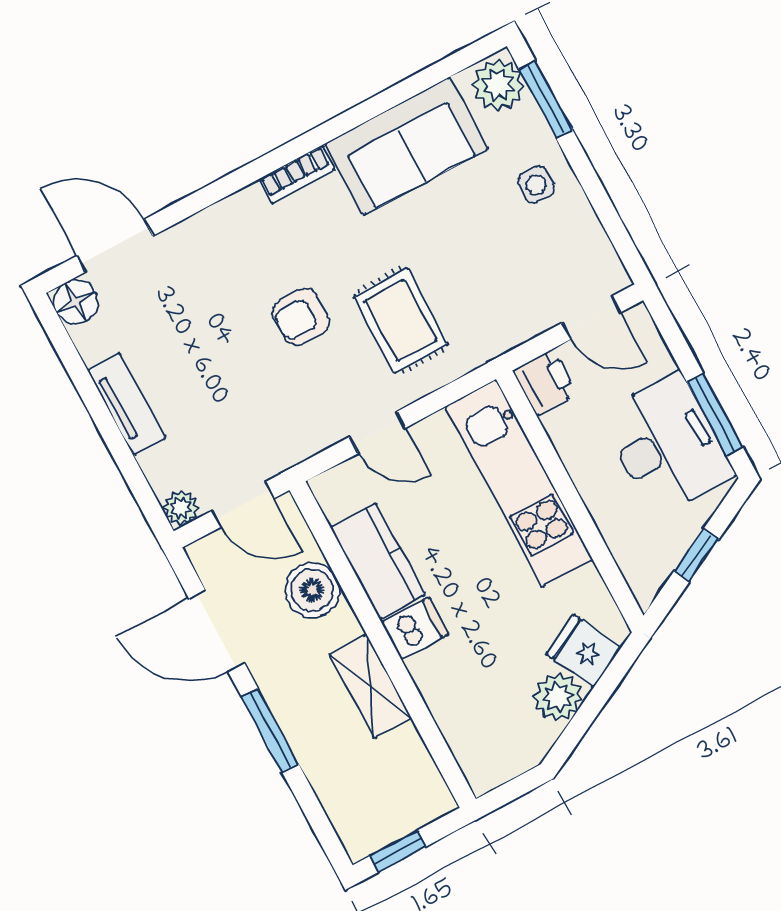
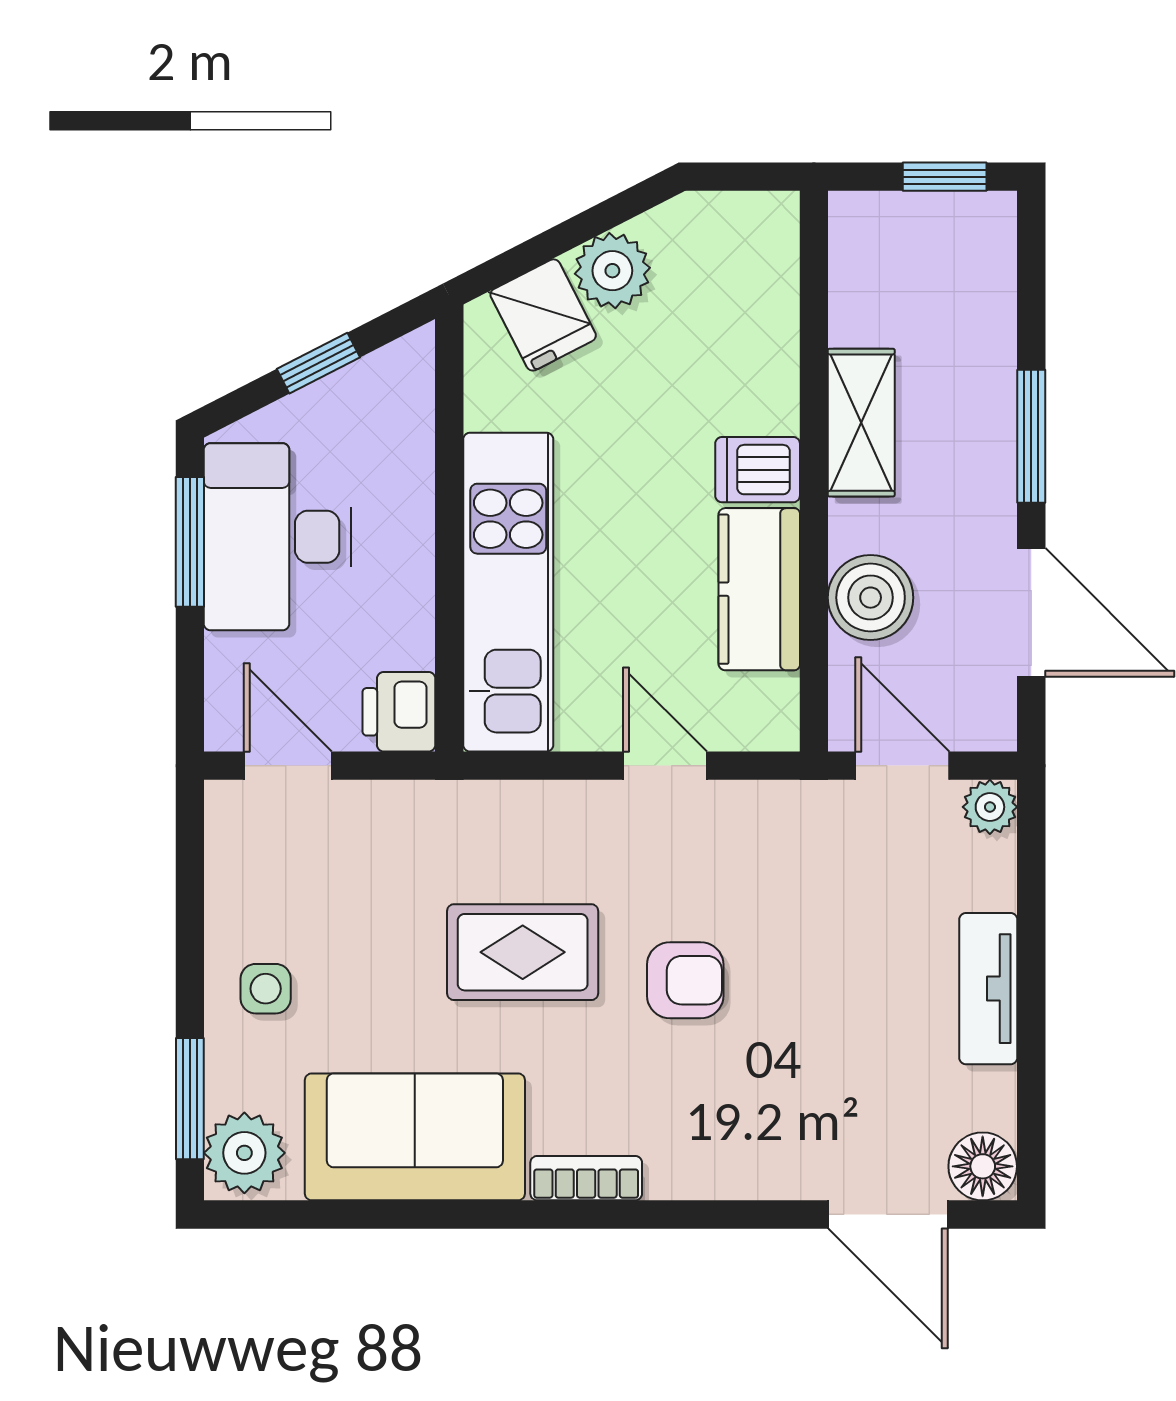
rug: (401, 320) -> (523, 952), moved, turned 90

